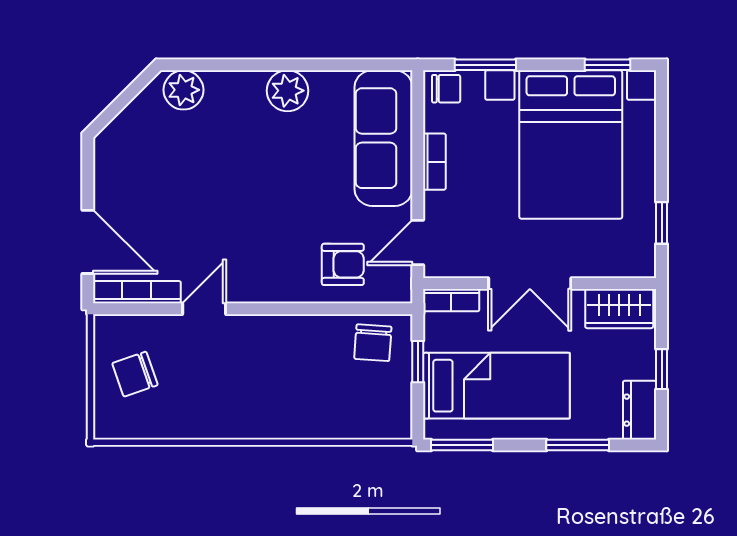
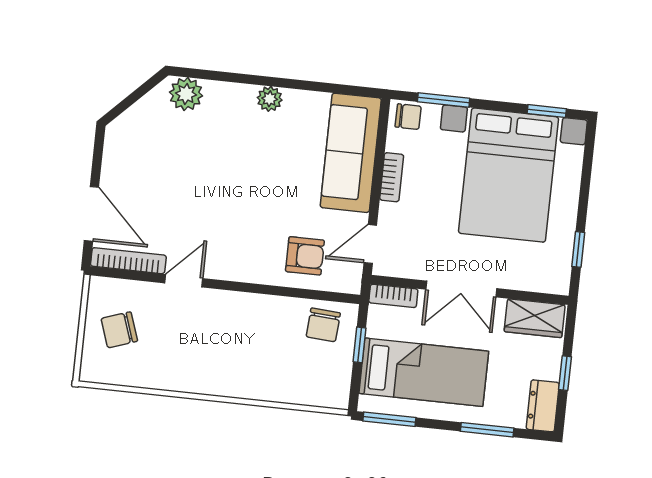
plant: (287, 91) -> (270, 99), width x0.73, depth x0.73

